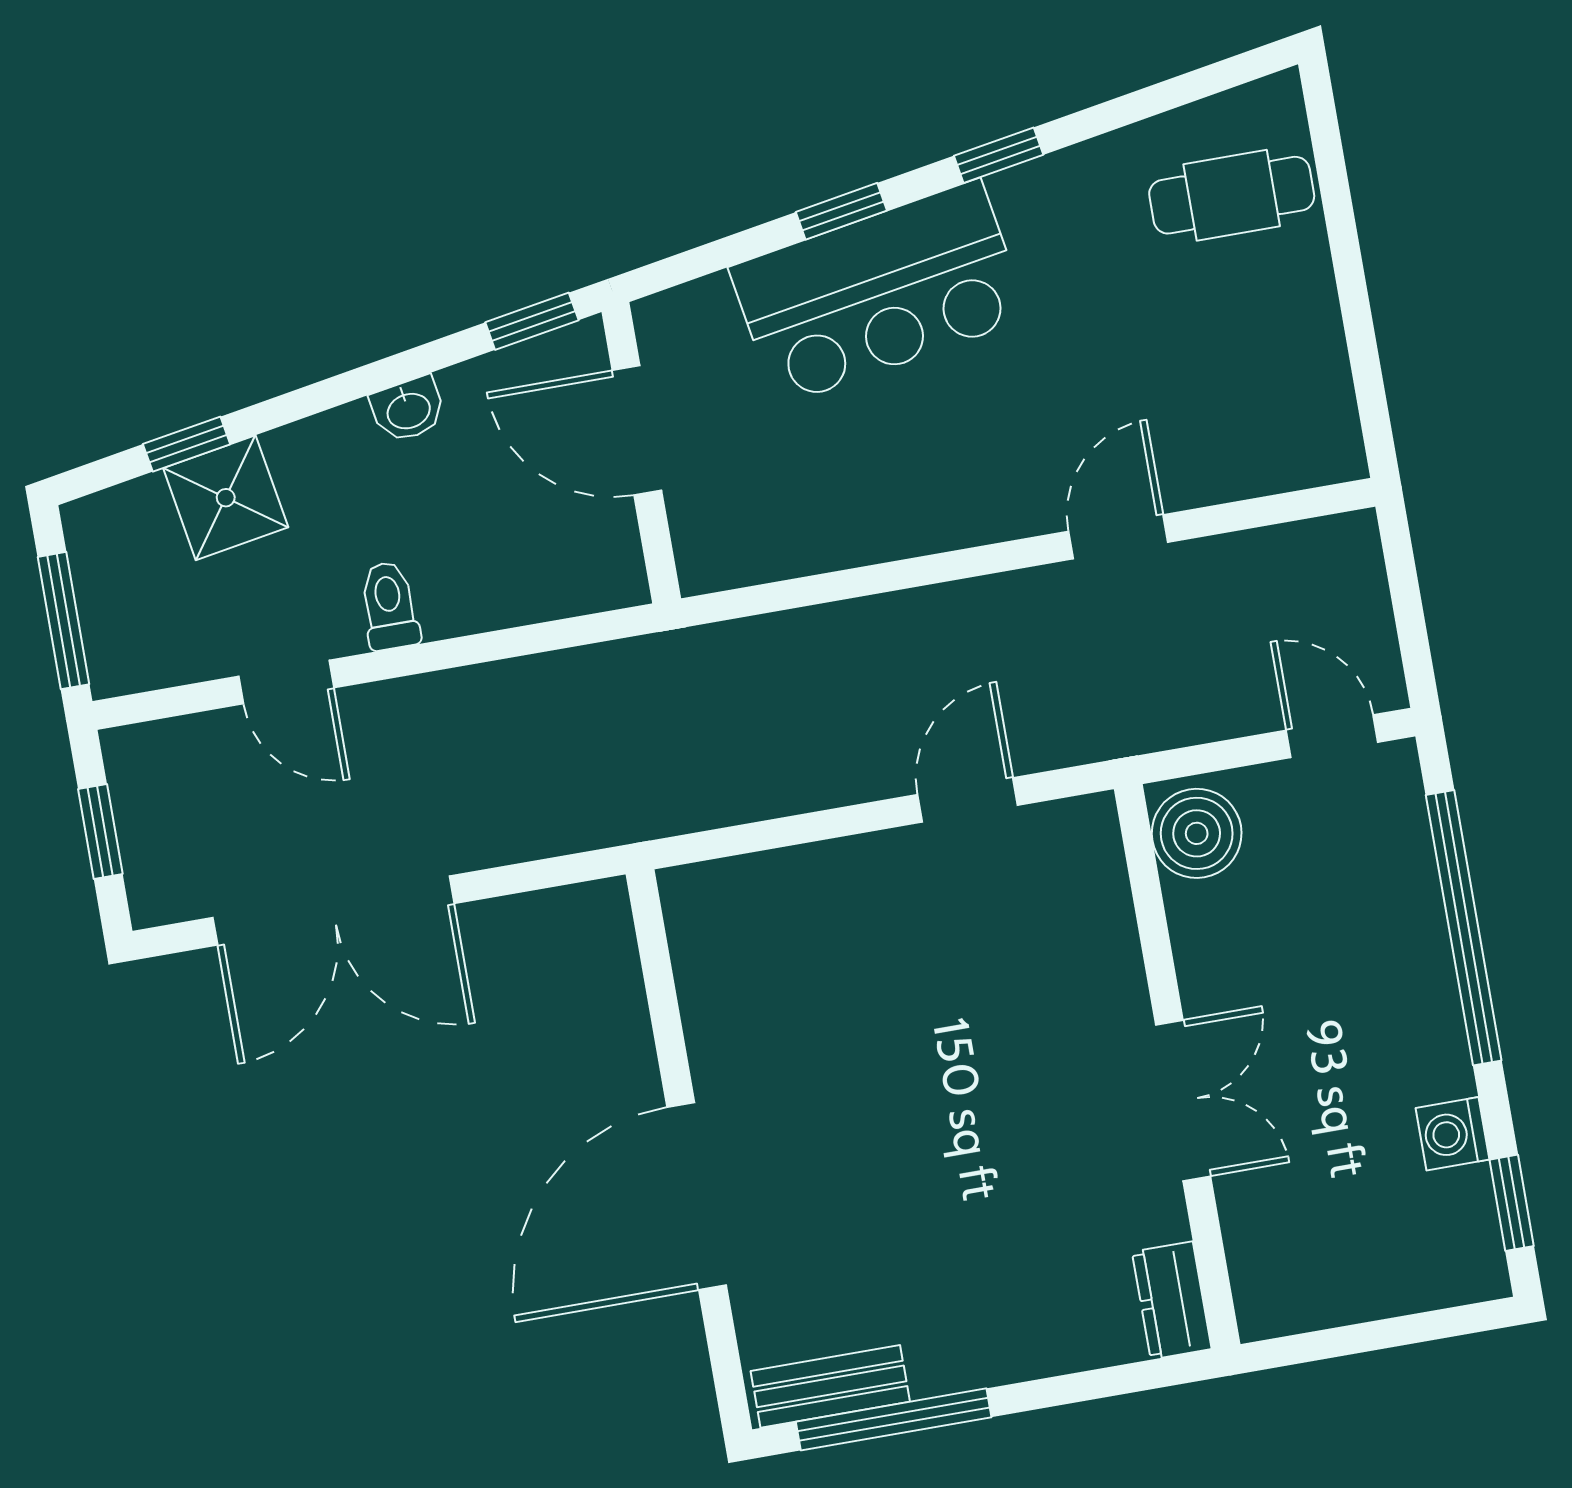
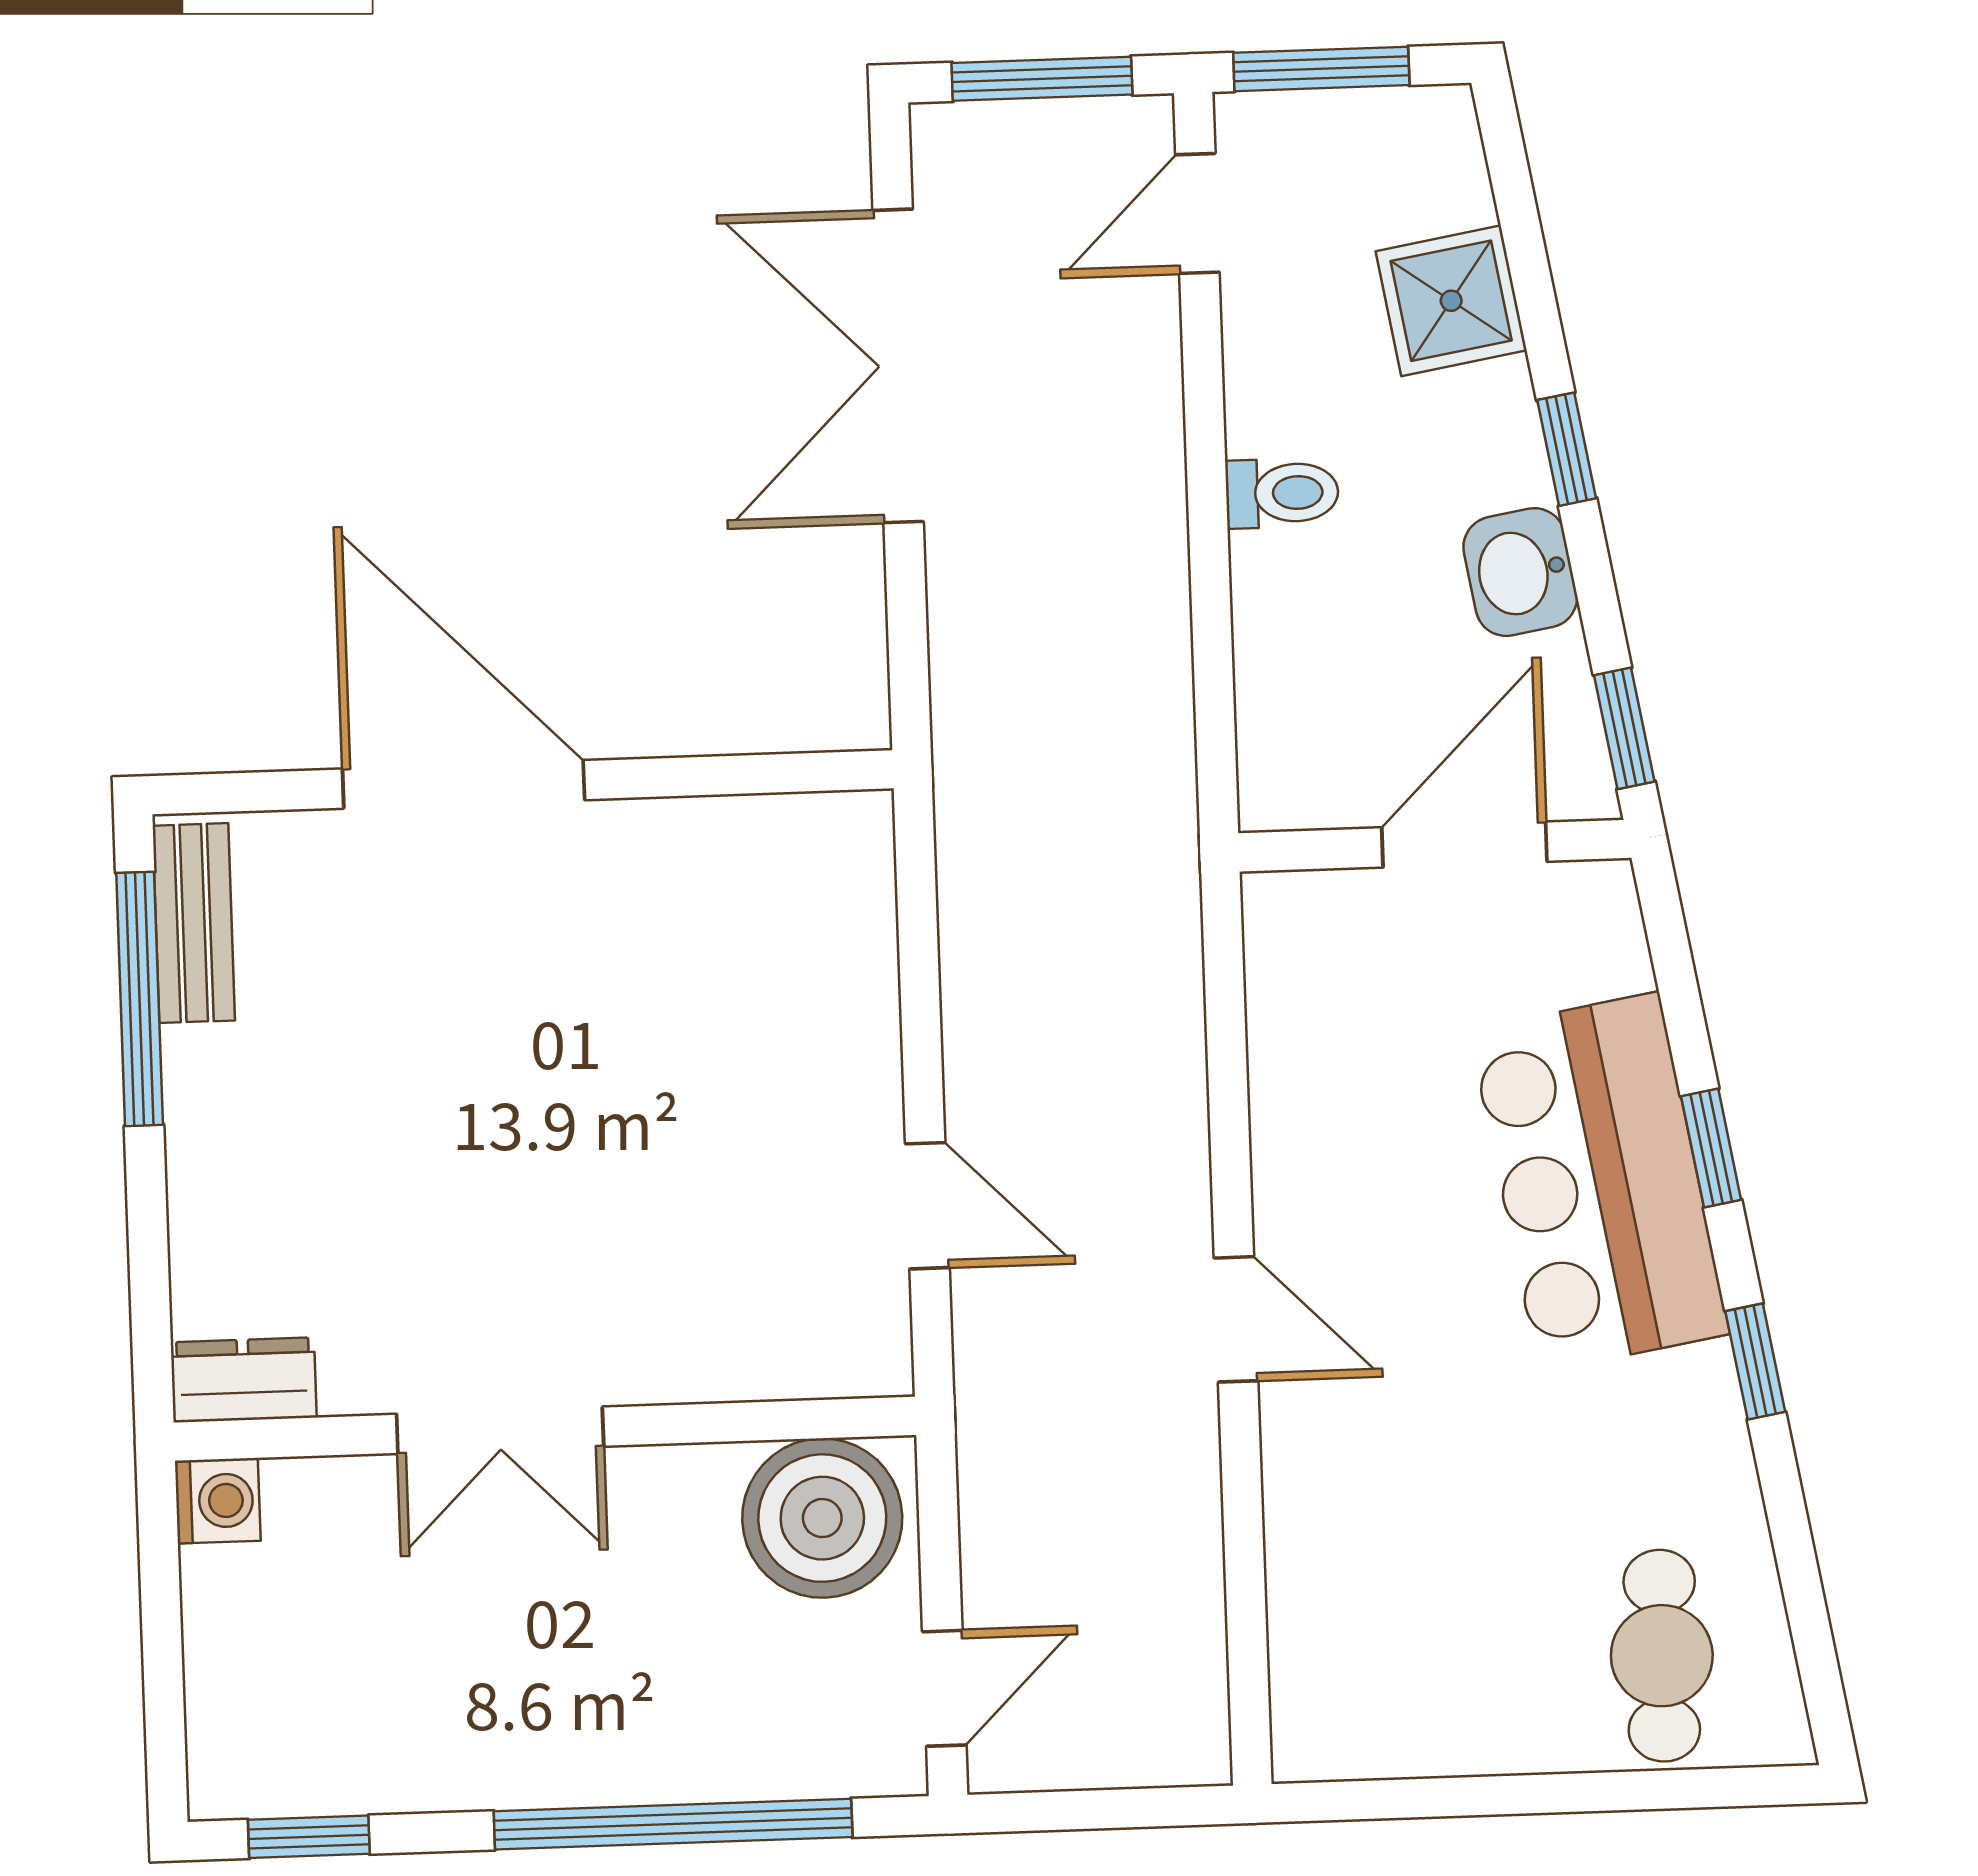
washbasin: (408, 410) -> (1520, 572), width x1.38, depth x1.45
window: (187, 444) -> (1567, 449), moved
door: (1118, 537) -> (1236, 1319), moved
door: (286, 682) -> (1197, 213), moved
window: (100, 832) -> (1042, 79), width x1.50
boiler: (1197, 833) -> (822, 1518), width x1.37, depth x1.37
washing machine: (1452, 1134) -> (218, 1501), moved, turned 90

